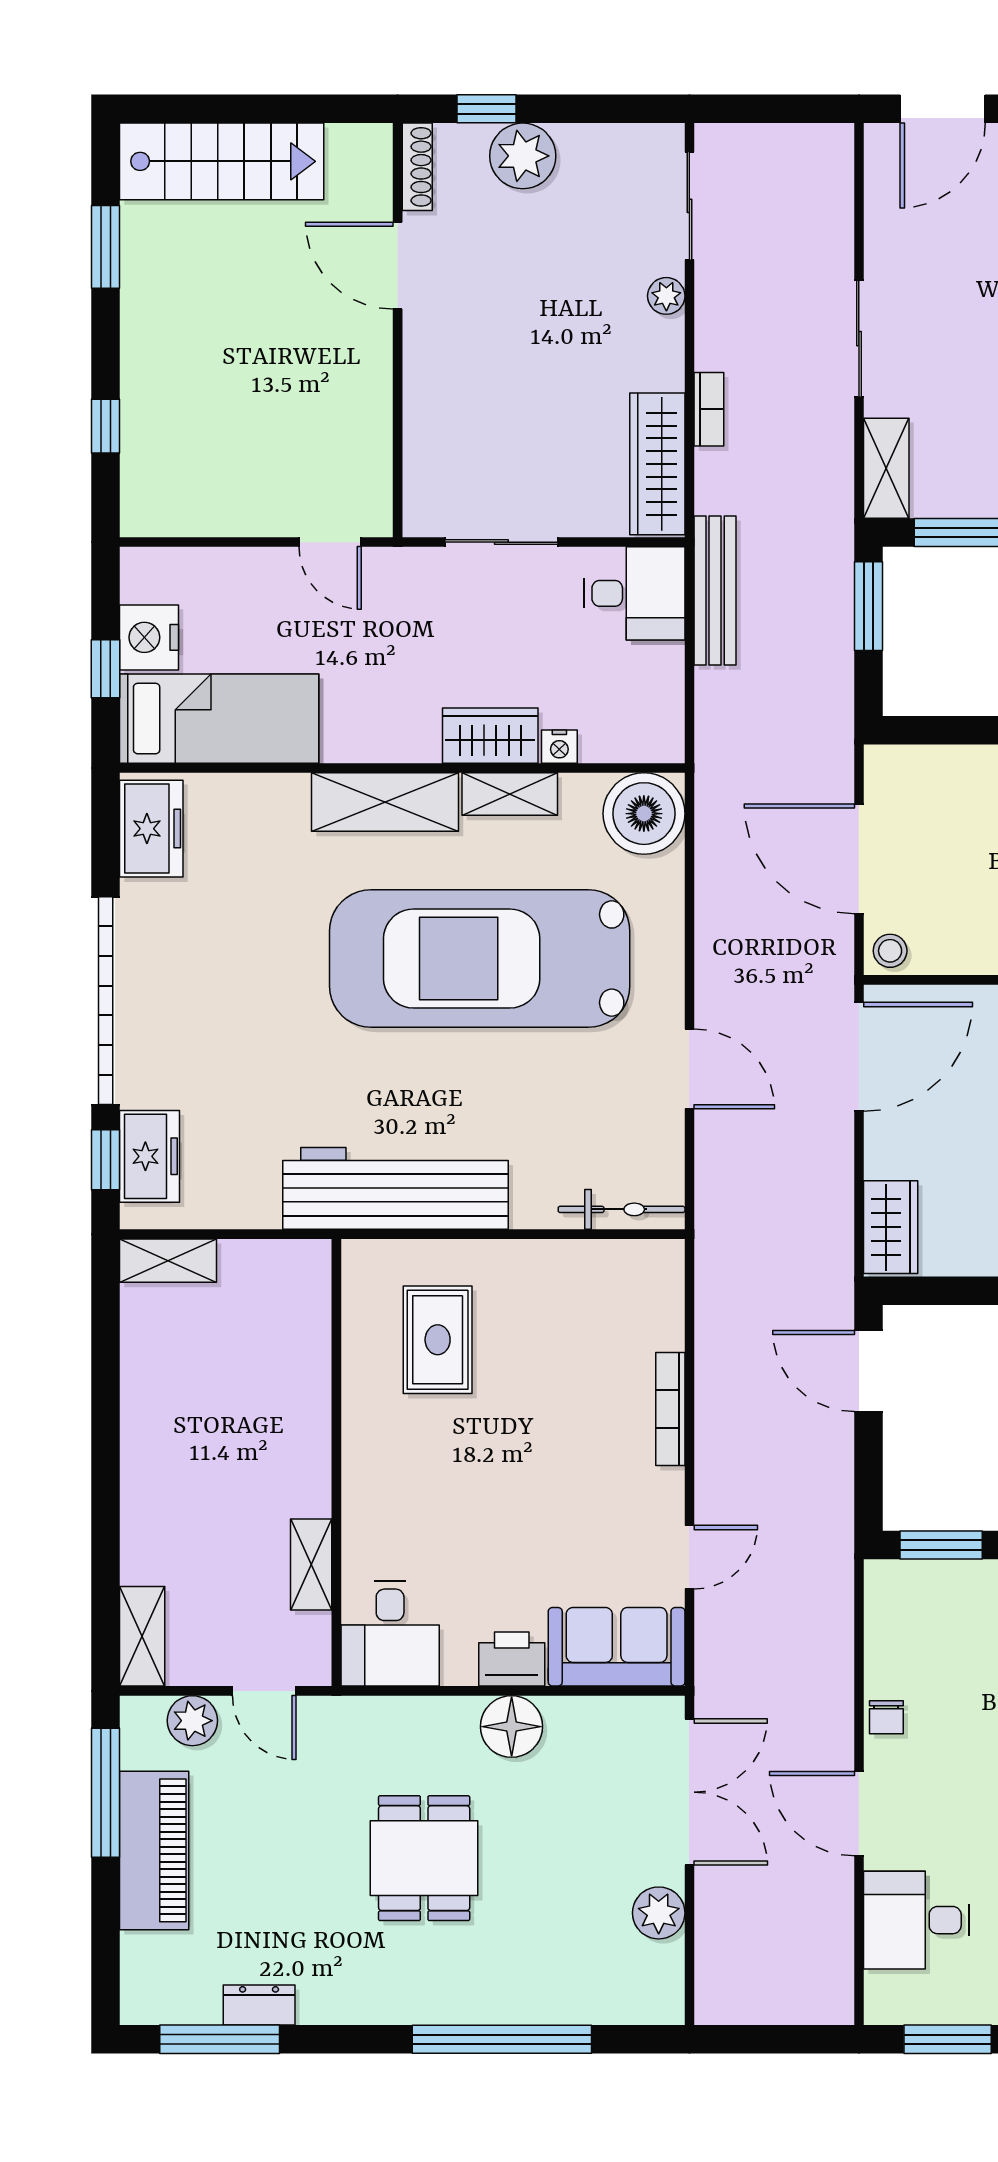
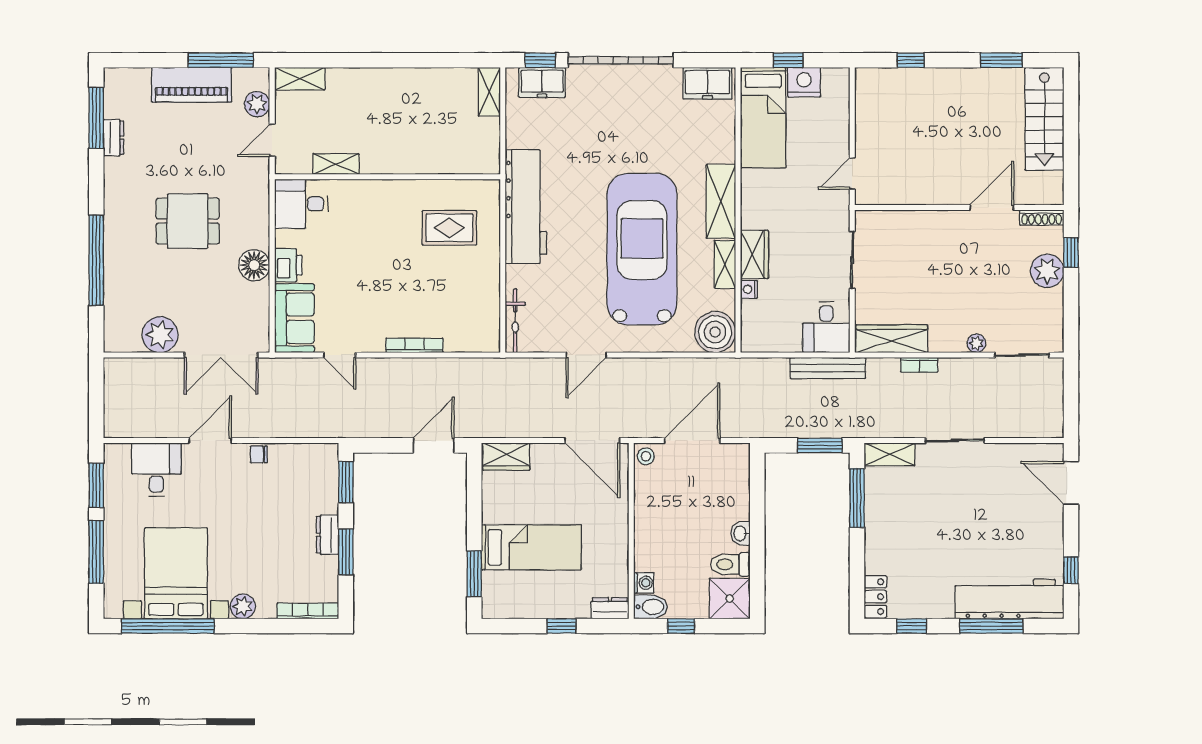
plant: (659, 1913) -> (160, 335), width x1.36, depth x1.36

